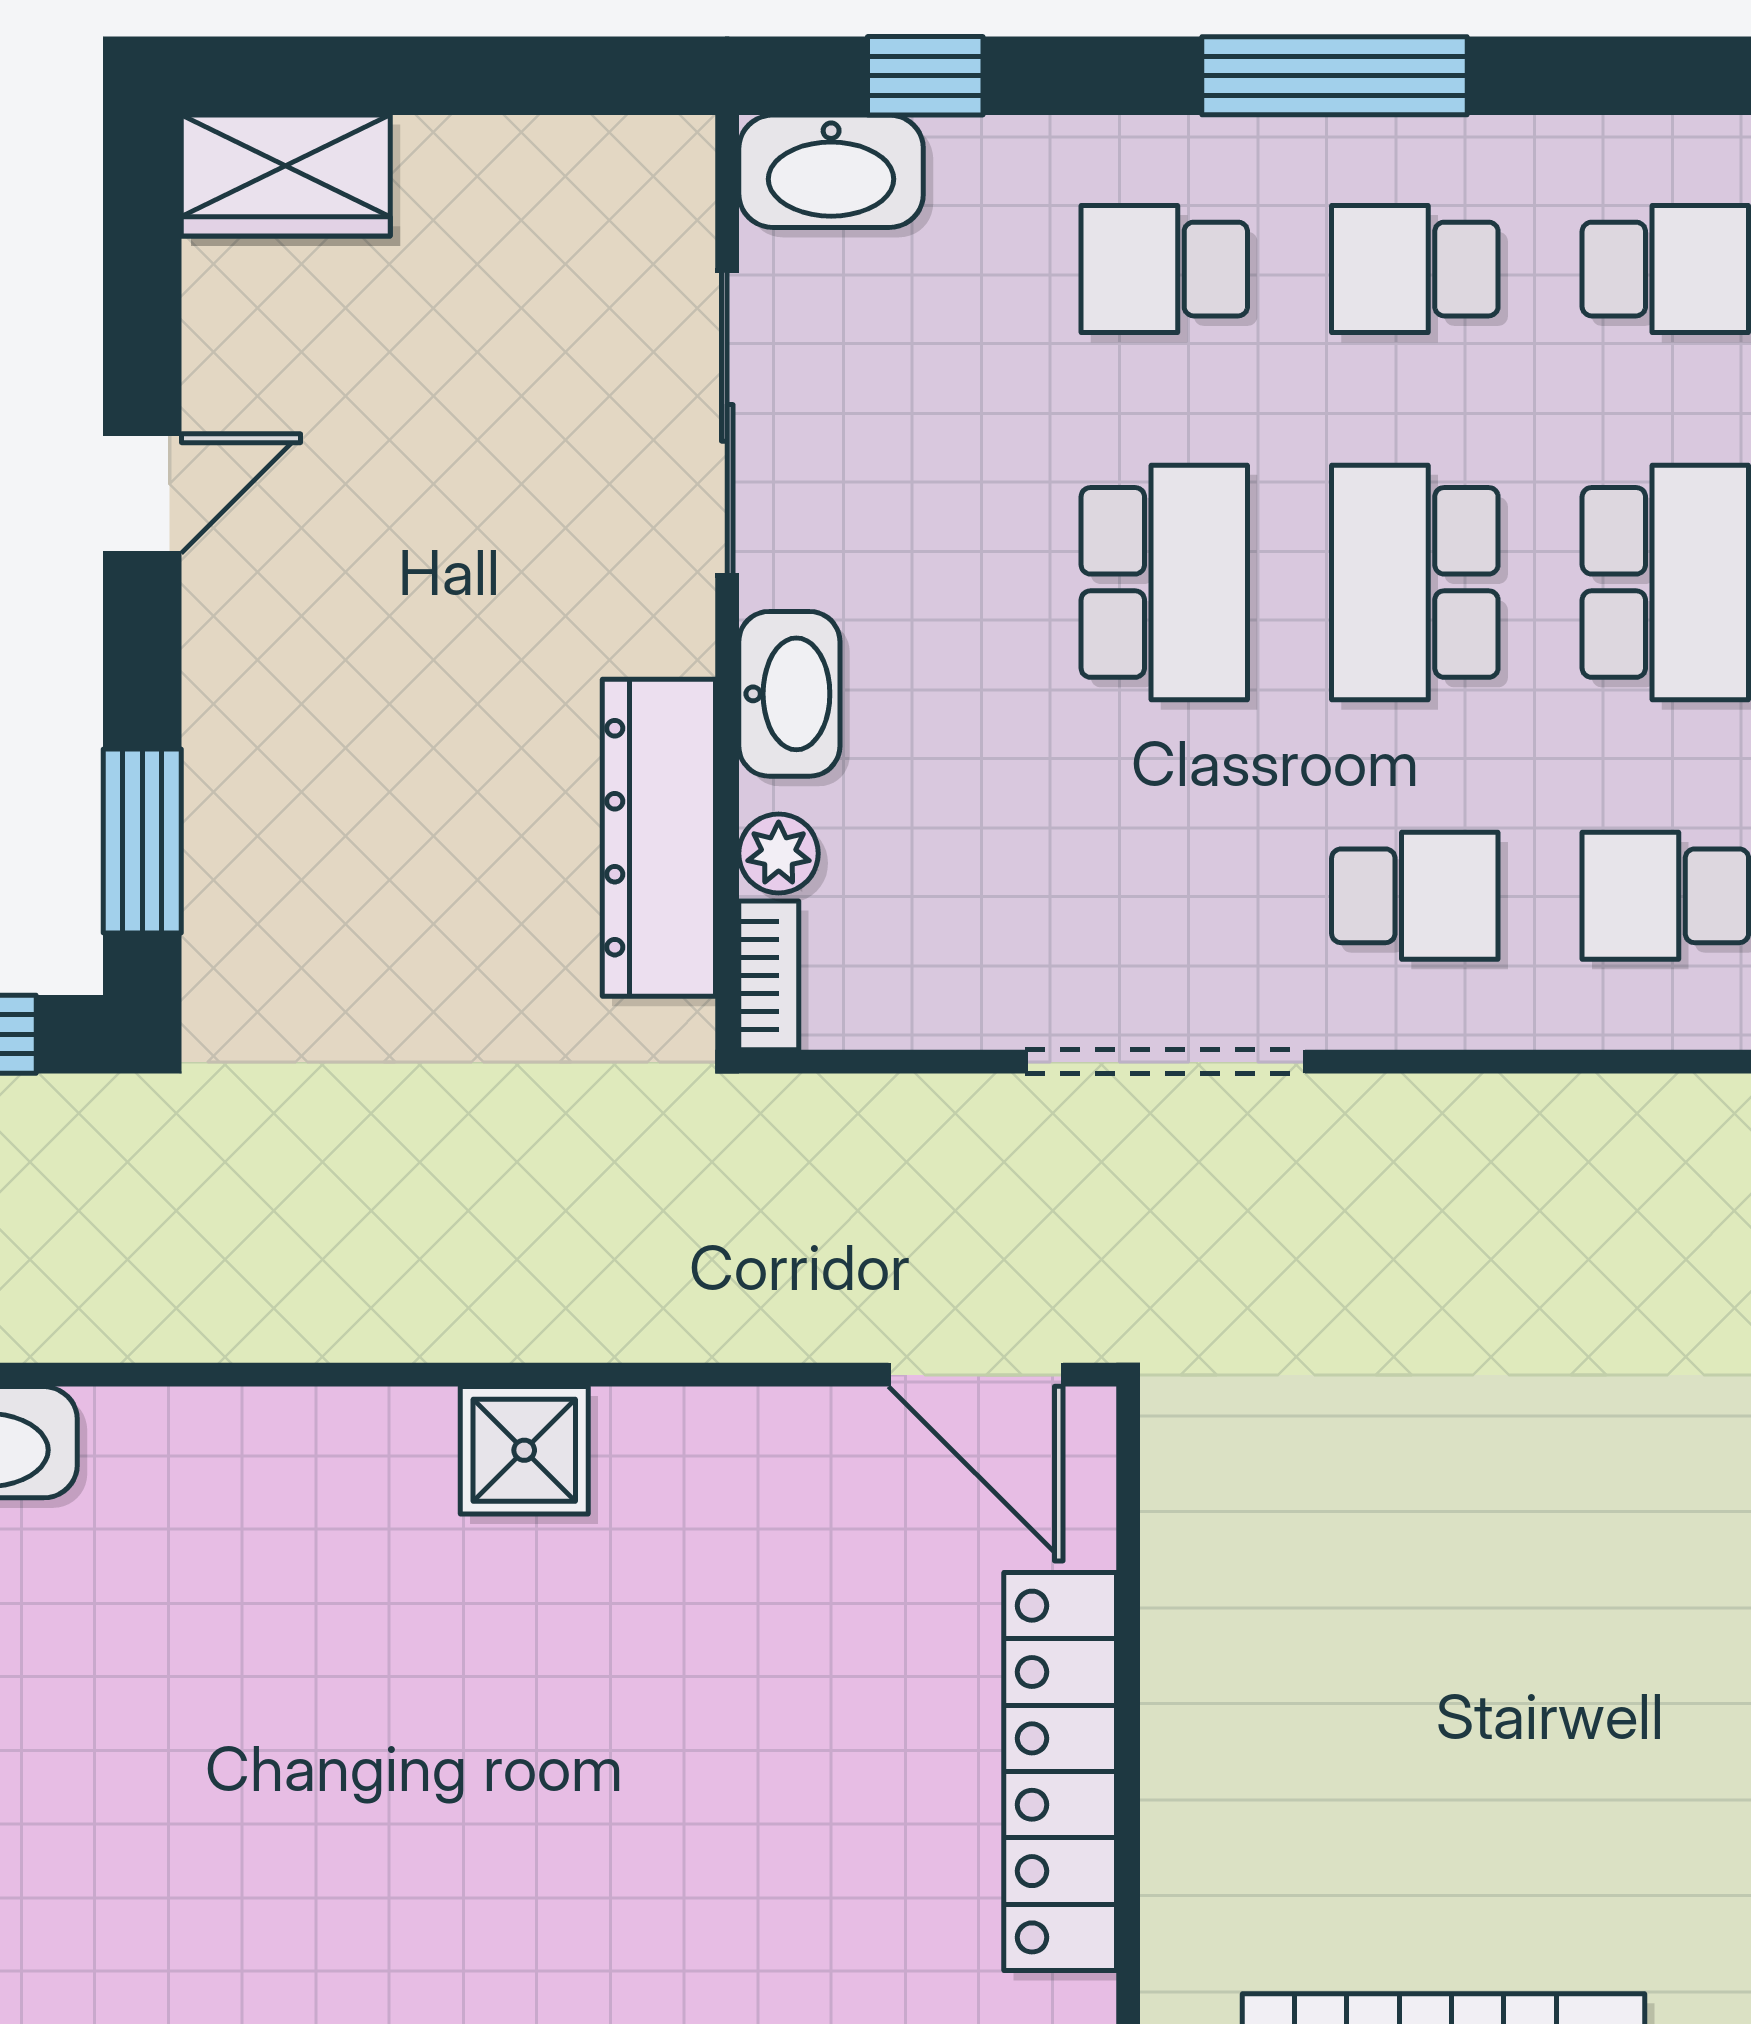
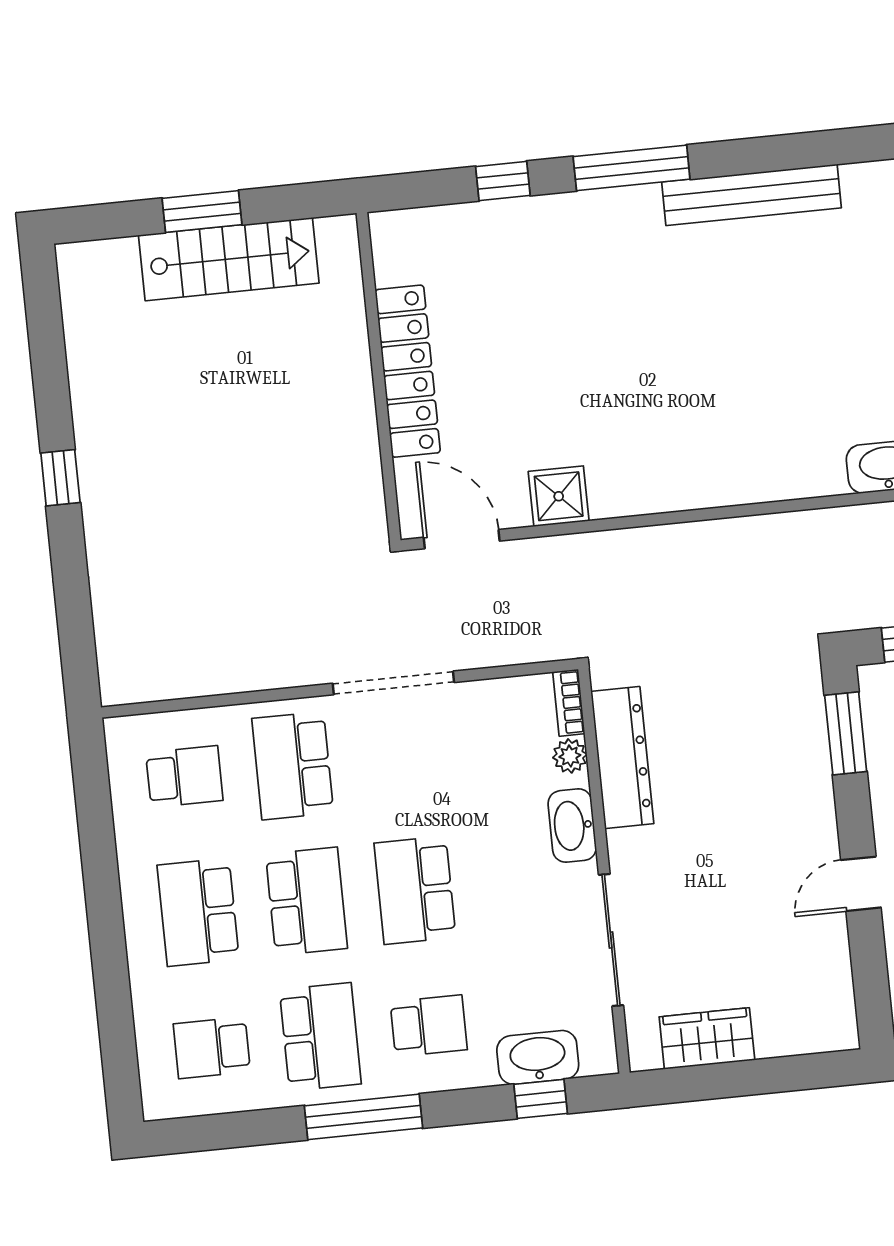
washbasin: (831, 171) -> (538, 1057), moved
wardrobe: (286, 175) -> (707, 1038), moved
school desk: (1415, 269) -> (320, 1037), width x1.85
school desk: (1415, 896) -> (293, 766), width x1.85
shower: (524, 1450) -> (559, 496), moved

